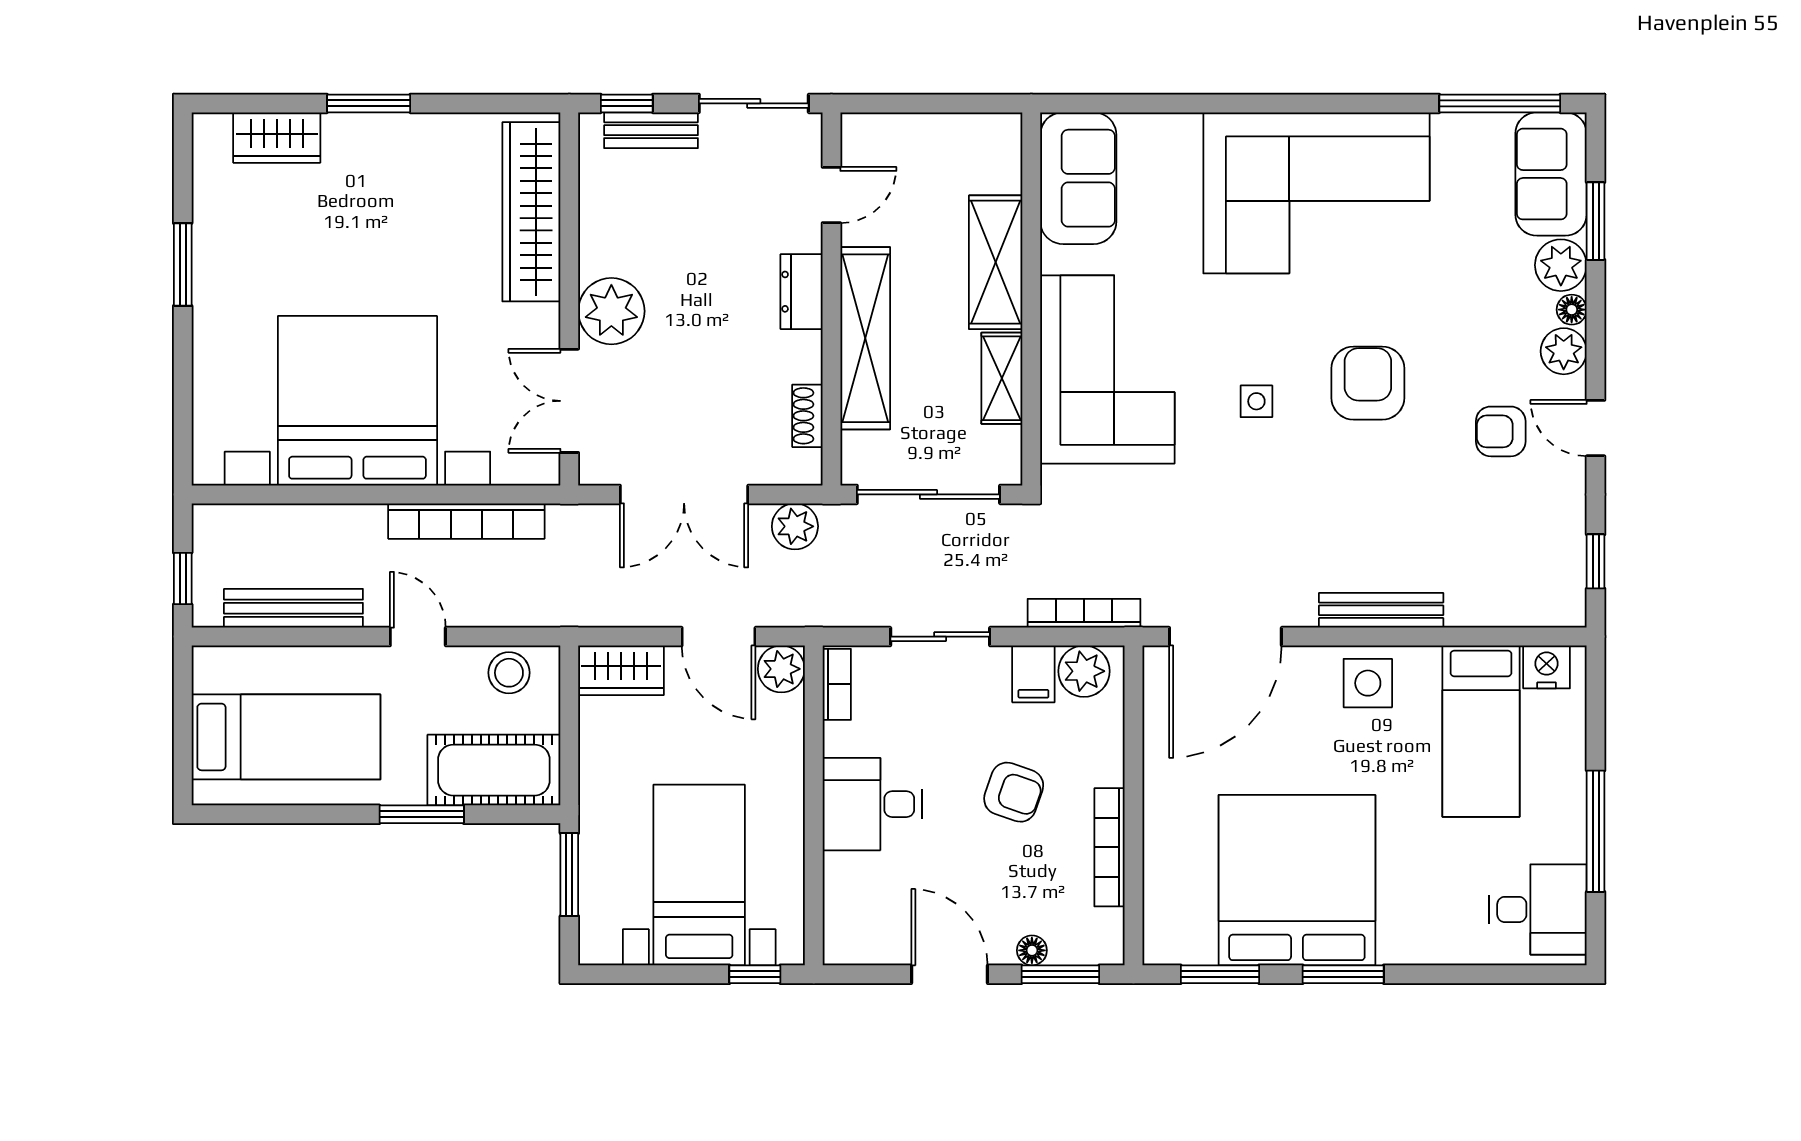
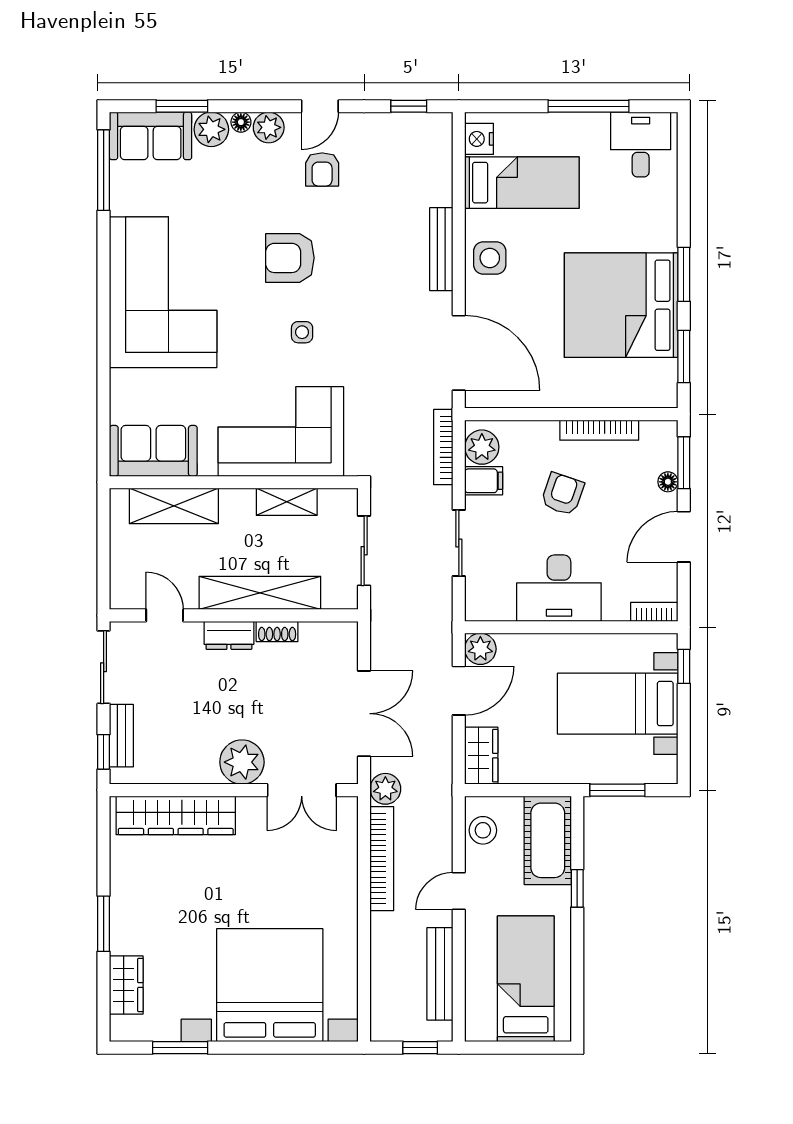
shelving: (996, 262) -> (174, 506), moved
window: (183, 265) -> (180, 1048), moved
bed with nightstands: (357, 401) -> (270, 985), moved, turned 90
shoe rack: (807, 416) -> (277, 631), moved
sliding door: (928, 494) -> (364, 551), width x0.73
plant: (795, 526) -> (385, 789), moved
bookcase: (837, 684) -> (654, 612), moved
desk: (872, 804) -> (559, 588), width x1.37
window: (422, 814) -> (577, 888), width x0.67

